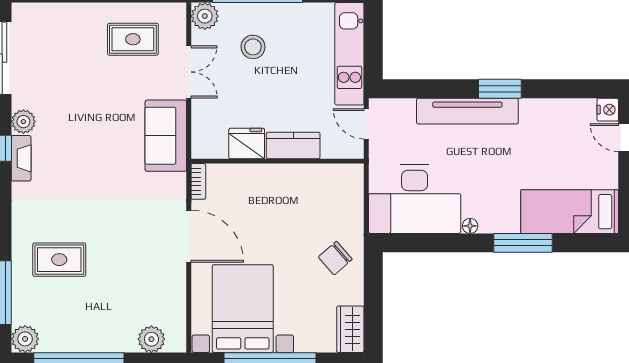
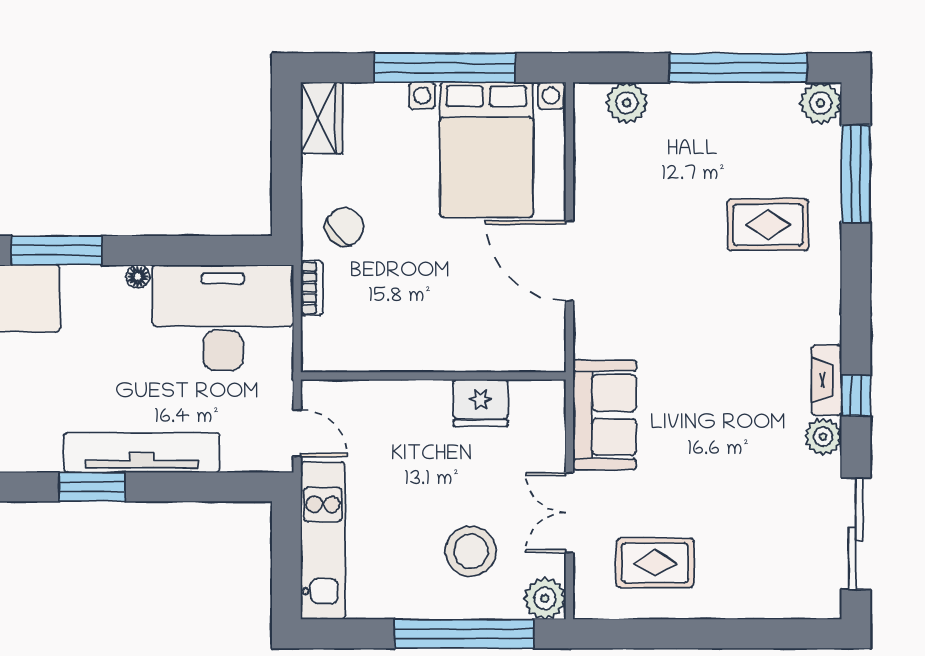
stool: (253, 47) -> (471, 551), width x1.38, depth x1.38
kitchen counter: (293, 145) -> (409, 400), removed
bookcase: (198, 181) -> (312, 288), moved, turned 180

